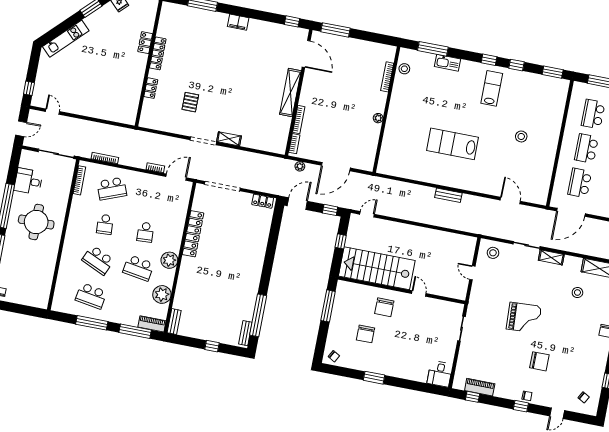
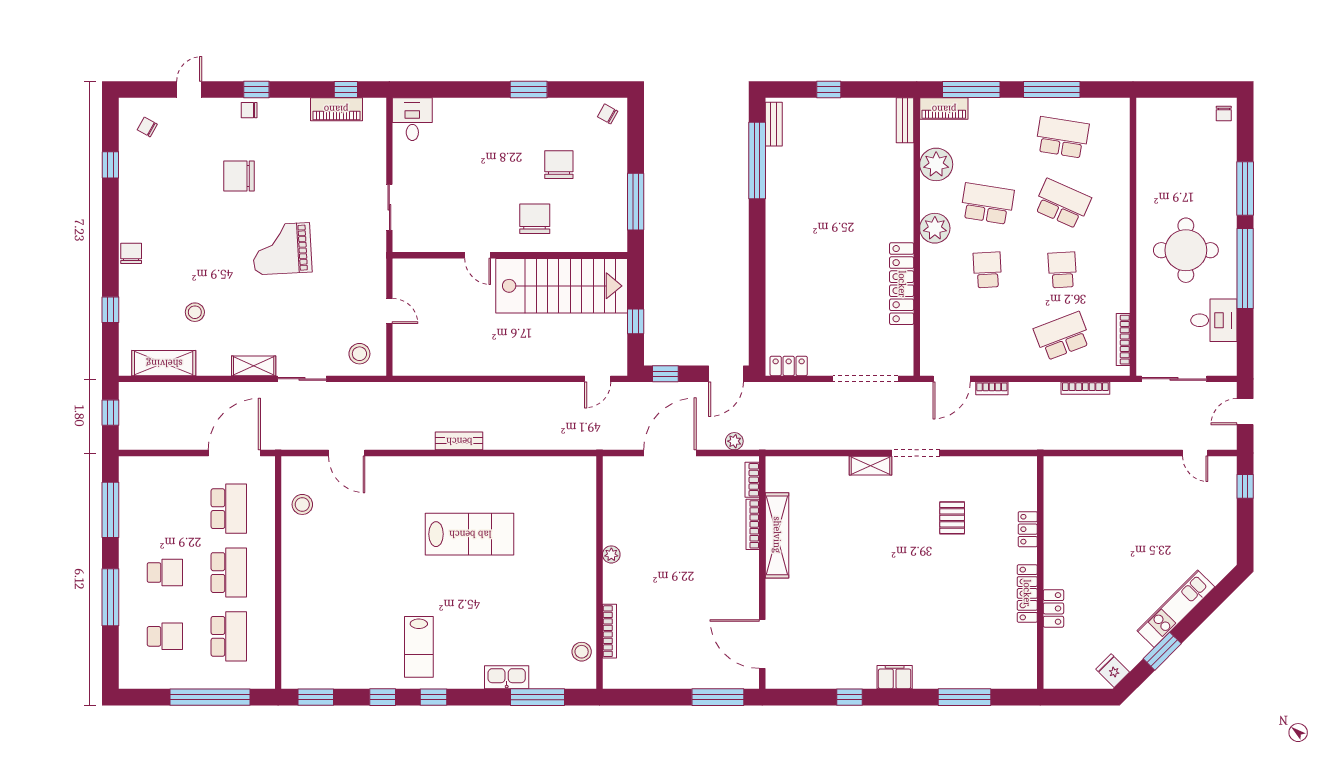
window: (292, 21) -> (849, 697), moved
kitchen unit: (66, 39) -> (1176, 609), moved
shelving: (290, 93) -> (777, 535), moved
stool: (521, 136) -> (302, 504), moved

